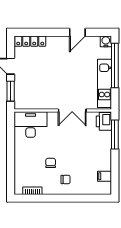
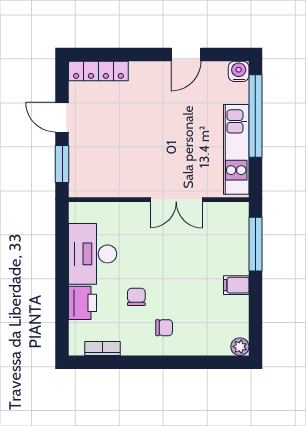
printer: (104, 121) -> (83, 303), moved, turned 180
desk: (31, 125) -> (93, 254), moved, turned -90
filing cabinet: (104, 176) -> (236, 285), moved
plant: (106, 190) -> (240, 347), added

